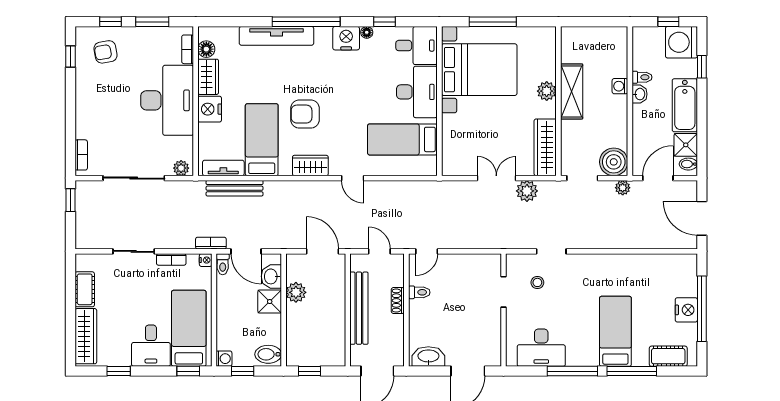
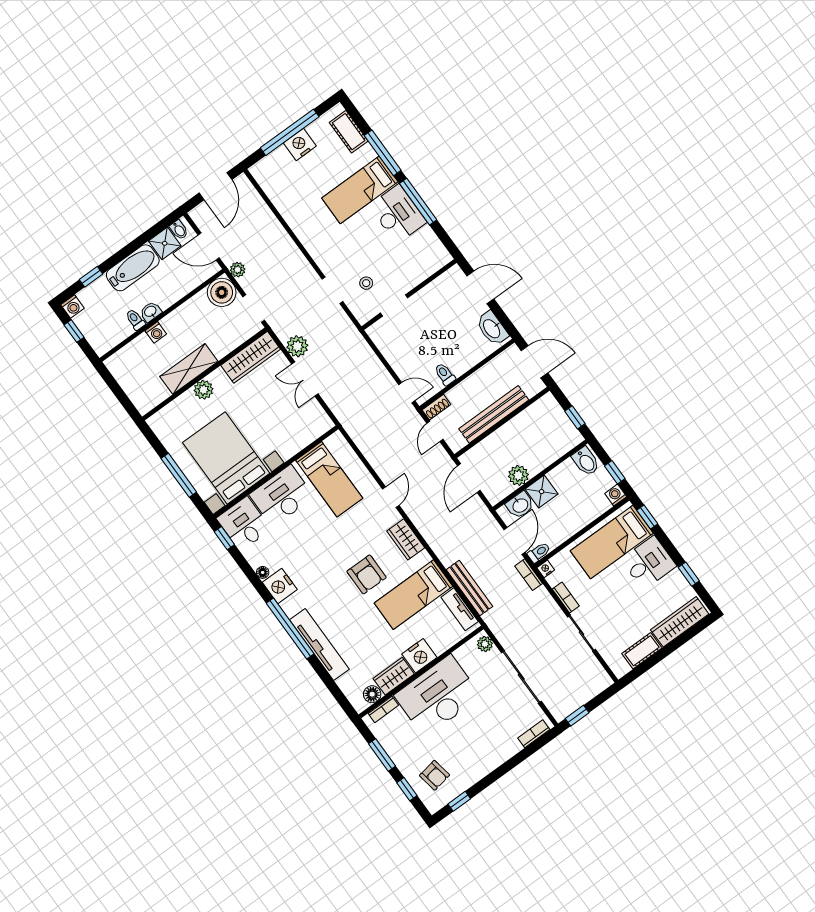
window: (385, 22) -> (224, 538), moved
washing machine: (681, 42) -> (72, 306), width x0.53, depth x0.53
shoe rack: (398, 301) -> (436, 407), moved
desk: (541, 348) -> (398, 214), moved

